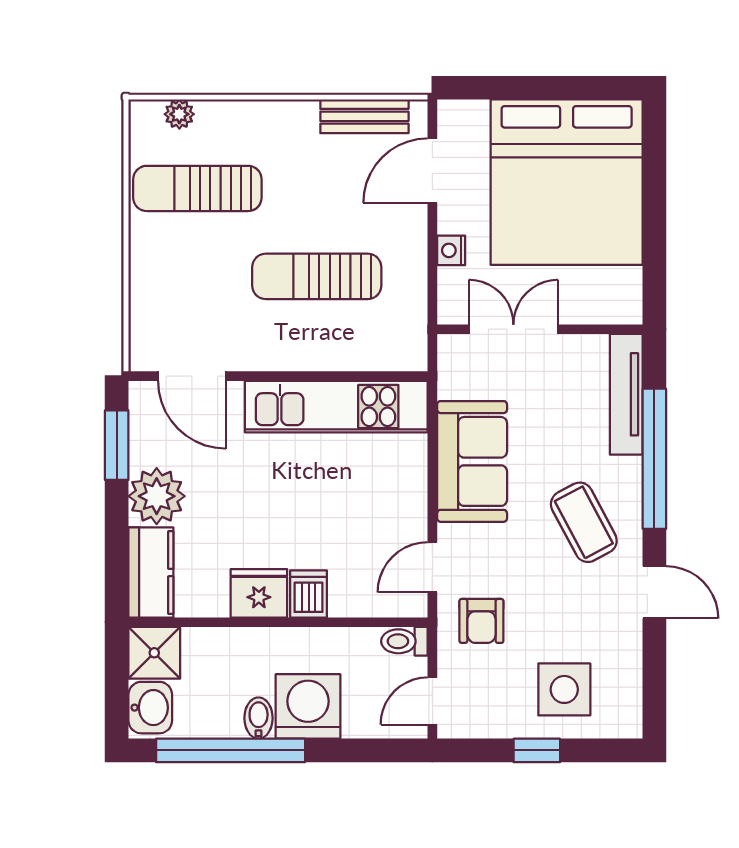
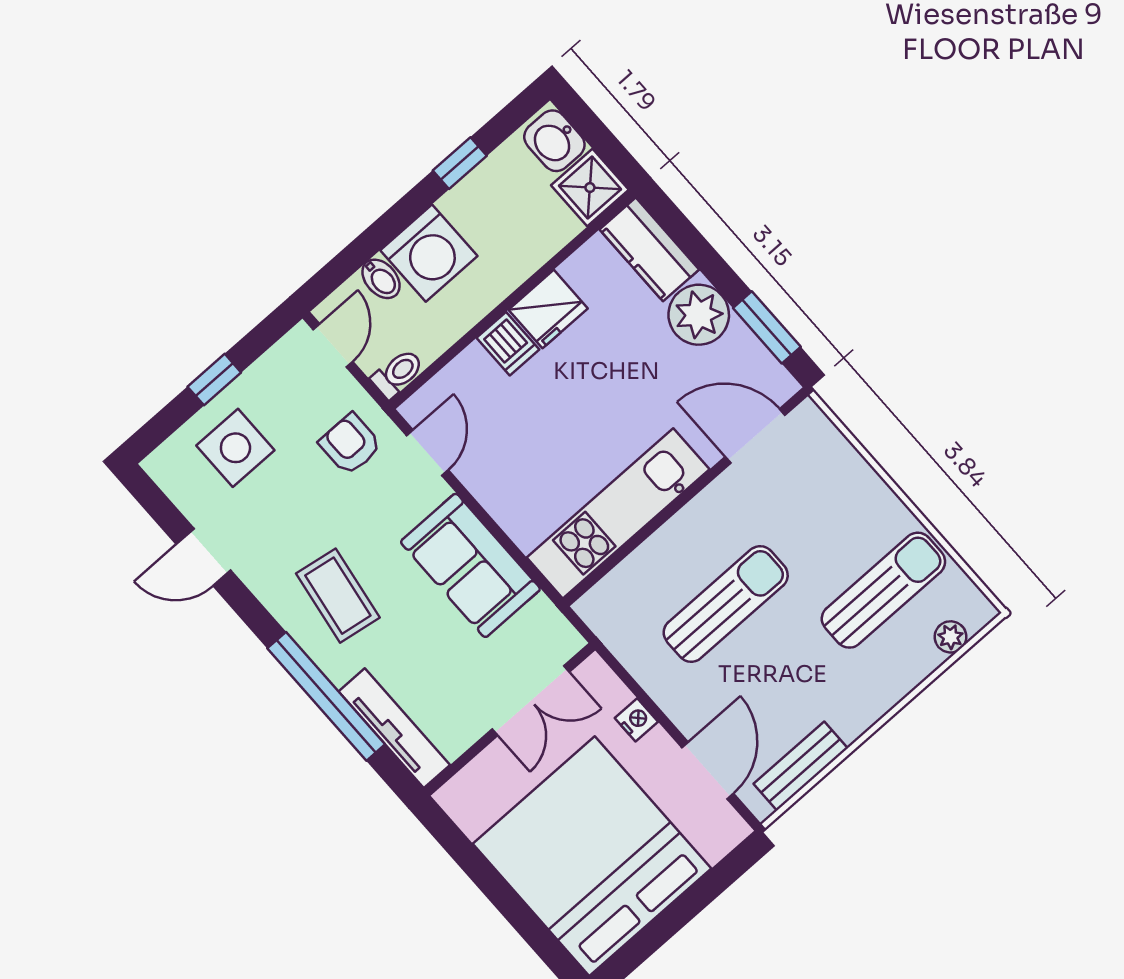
coffee table: (584, 522) -> (338, 596), turned 37
door: (654, 592) -> (204, 557), moved
bidet: (259, 718) -> (381, 279), moved
window: (231, 750) -> (460, 163), width x0.32

